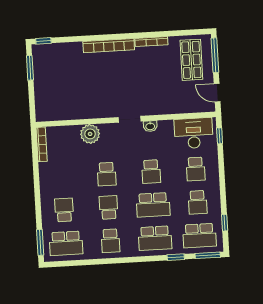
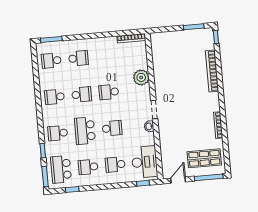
bookcase: (109, 46) -> (212, 71), moved
school desk: (151, 172) -> (112, 128), turned 180
school desk: (155, 238) -> (58, 133), width x0.54
school desk: (66, 243) -> (51, 61), width x0.54

